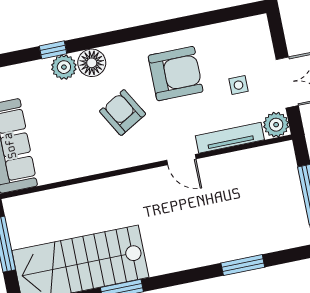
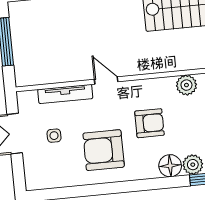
armchair: (123, 113) -> (149, 123), turned -60
plant: (276, 125) -> (186, 85), moved

